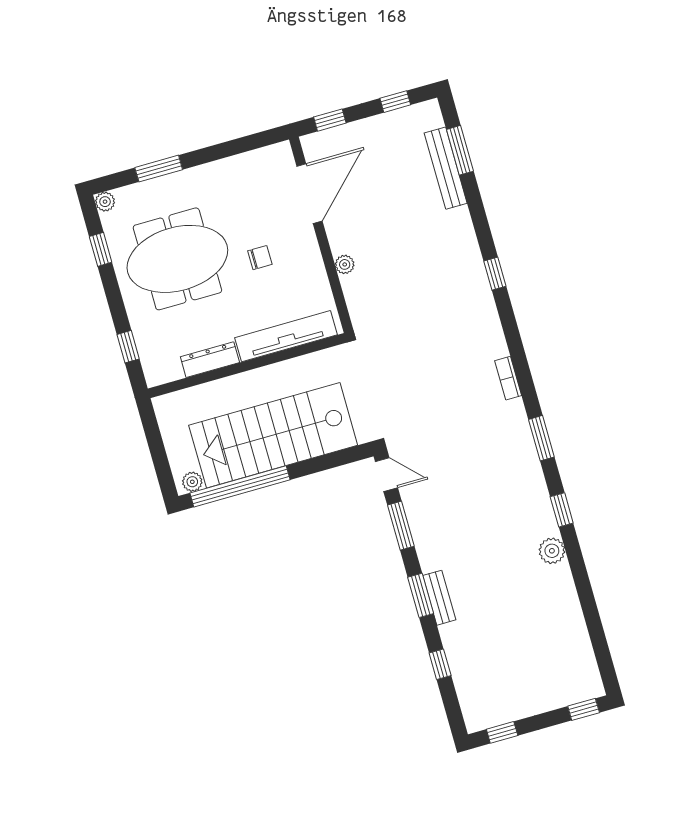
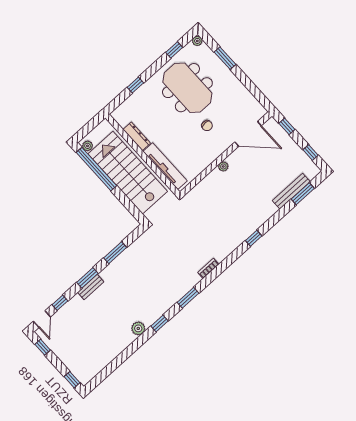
tv unit: (286, 336) -> (165, 166), moved
dresser: (210, 360) -> (137, 136), moved
wall: (247, 366) -> (143, 155), moved
door: (386, 475) -> (42, 319), moved

